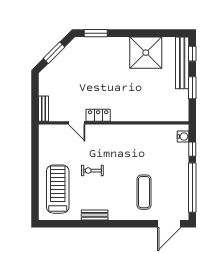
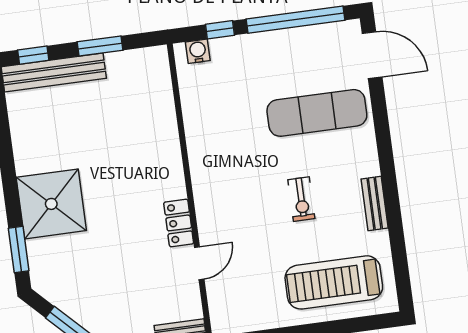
shower: (146, 53) -> (51, 204), moved
exercise bike: (92, 171) -> (301, 199), moved
exercise mat: (144, 192) -> (317, 113), width x1.36, depth x1.45

